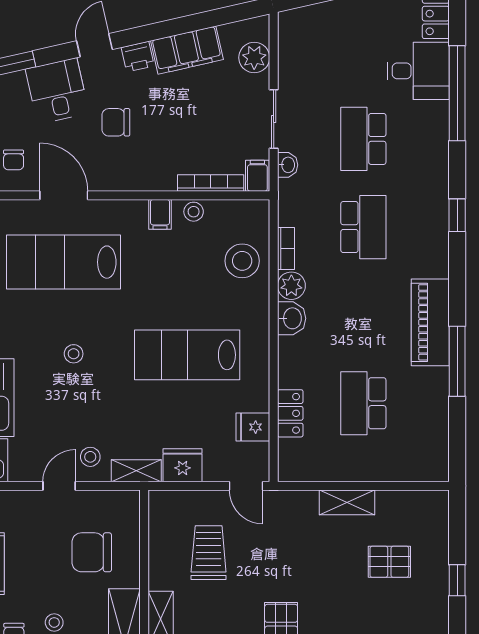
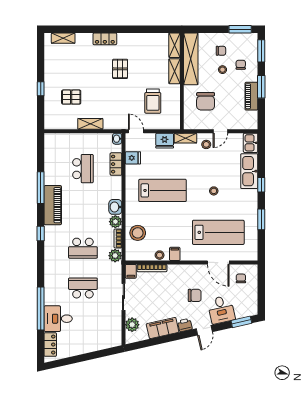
school desk: (363, 139) -> (83, 288), turned -90
washbasin: (288, 165) -> (117, 139), moved
plant: (292, 211) -> (115, 256), added
window: (457, 215) -> (41, 234), moved
school desk: (363, 227) -> (83, 248), turned -90
chair: (92, 552) -> (206, 101), turned 90

